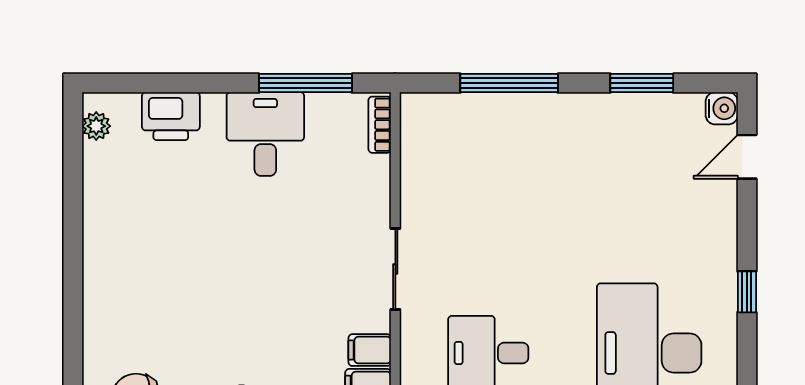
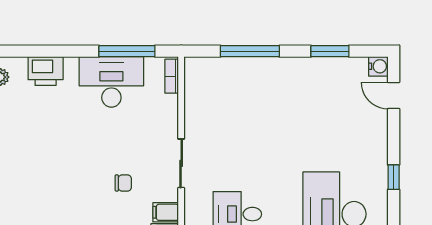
desk: (265, 134) -> (111, 82), width x1.37
door: (747, 157) -> (394, 96), hinge flipped
chair: (300, 302) -> (123, 183), added

